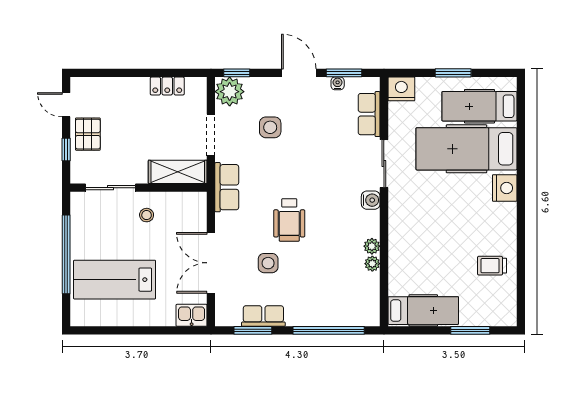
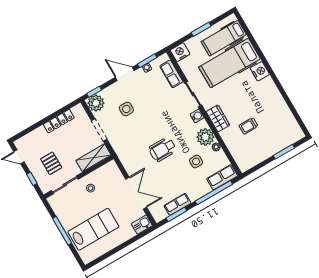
locker: (167, 86) -> (59, 121), width x1.53
pallet: (88, 134) -> (51, 163), moved
row of seats: (227, 187) -> (222, 177), moved, turned -90
wheelchair: (289, 220) -> (163, 149), turned 90
wardrobe: (400, 222) -> (218, 118), added
plant: (372, 246) -> (205, 137), width x1.88, depth x1.88
window: (66, 254) -> (62, 231), width x0.68
double door: (211, 263) -> (136, 193), swing flipped
side table: (268, 263) -> (196, 161), moved
trolley: (492, 266) -> (248, 126), moved
lab bench: (115, 280) -> (93, 229), turned 180
hospital bed: (423, 311) -> (255, 155), removed

